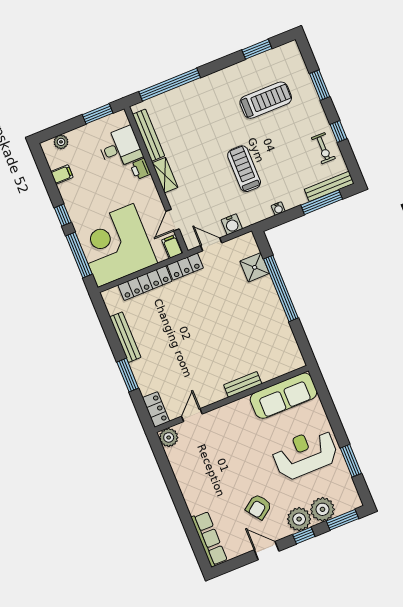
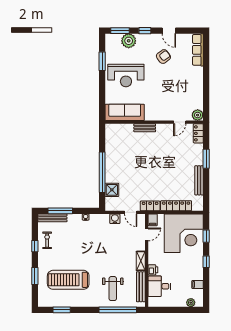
treadmill: (266, 100) -> (68, 280), width x1.37, depth x1.38
window: (98, 114) -> (164, 310), removed
weight bench: (191, 115) -> (113, 289), added
treadmill: (244, 169) -> (96, 247), removed
window: (79, 255) -> (206, 236), width x0.46
plant: (299, 519) -> (144, 41), removed

